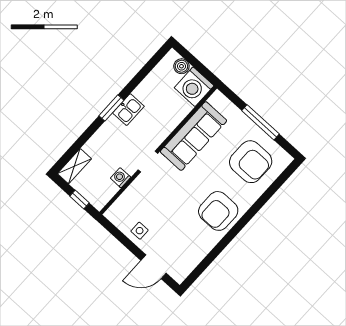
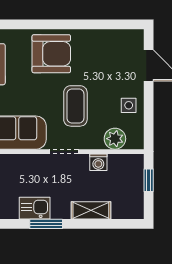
shelving: (74, 166) -> (91, 210), moved
coffee table: (170, 196) -> (75, 106), added
plant: (126, 202) -> (115, 139), added

